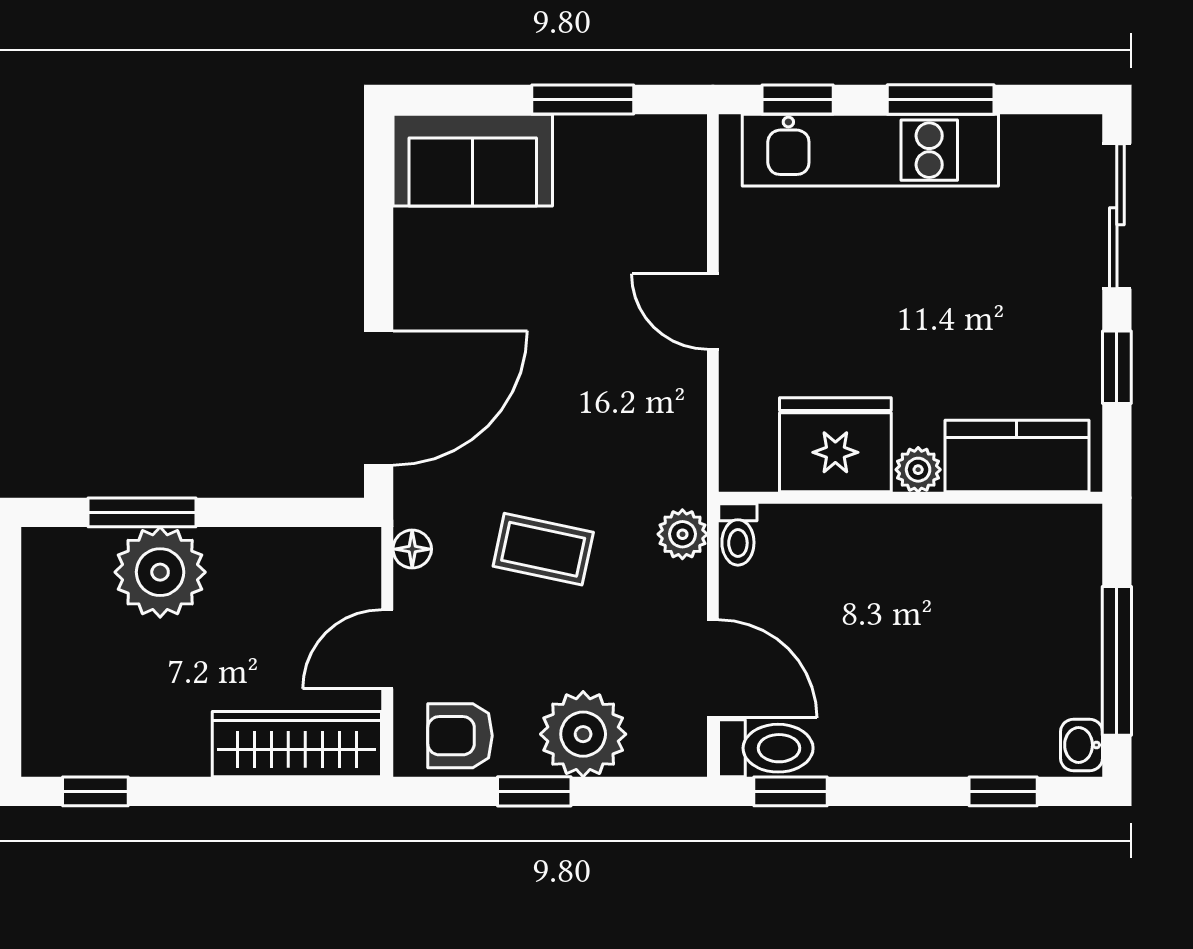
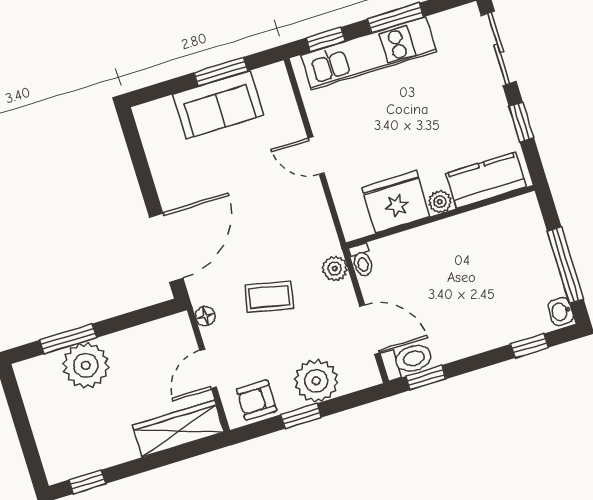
sofa: (473, 160) -> (218, 105), moved

